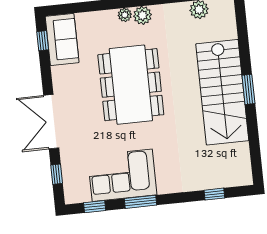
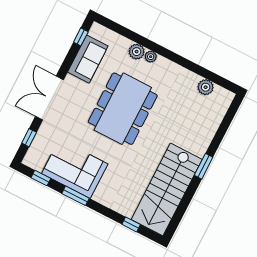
plant: (142, 15) -> (137, 52), moved
sofa: (62, 39) -> (88, 59), moved
stairs: (222, 92) -> (167, 189), moved

